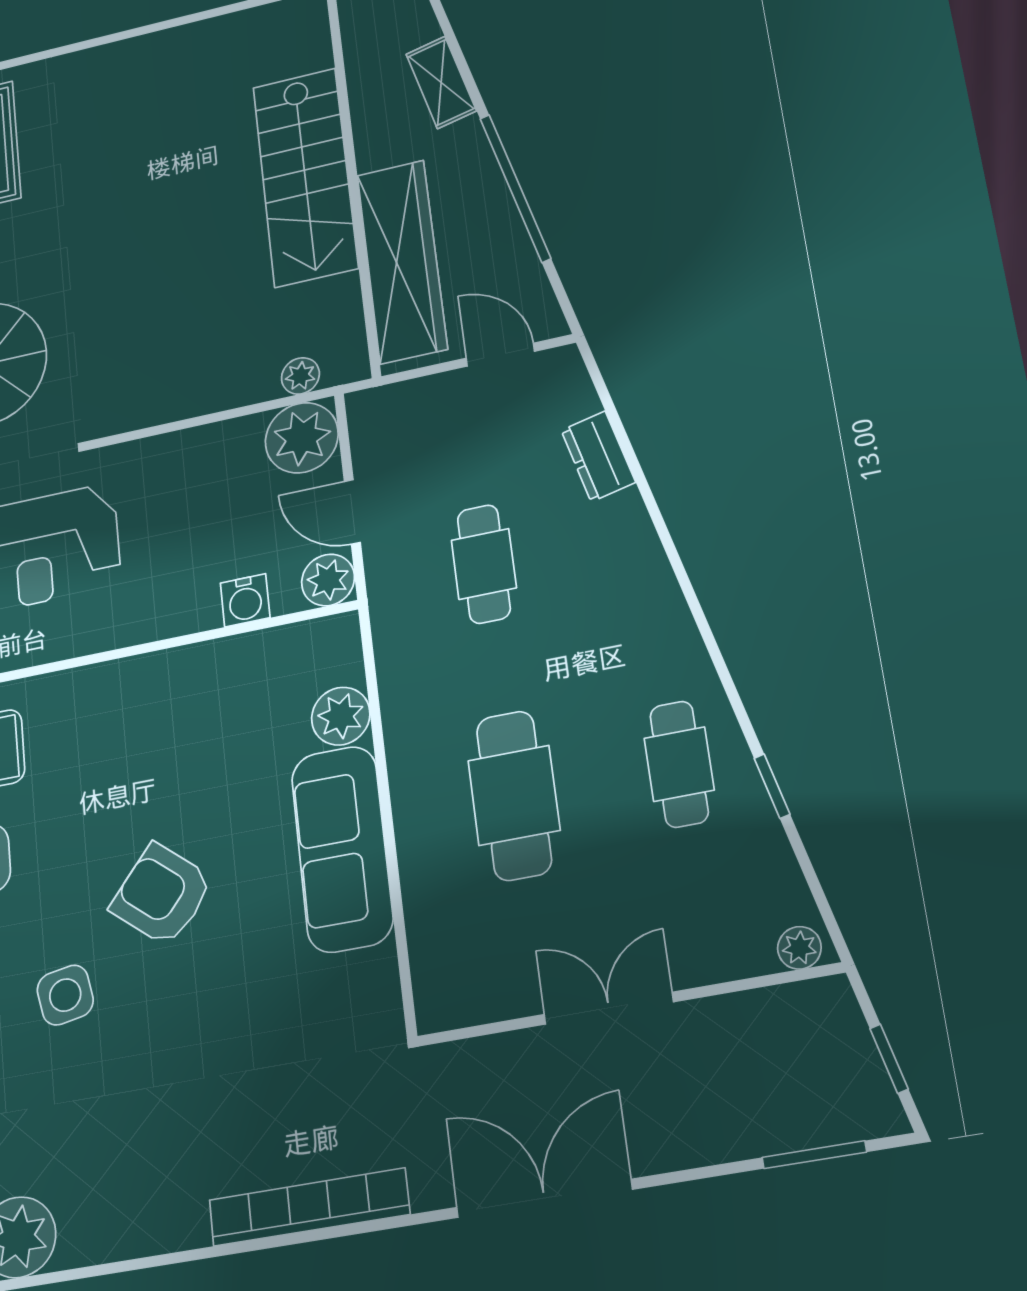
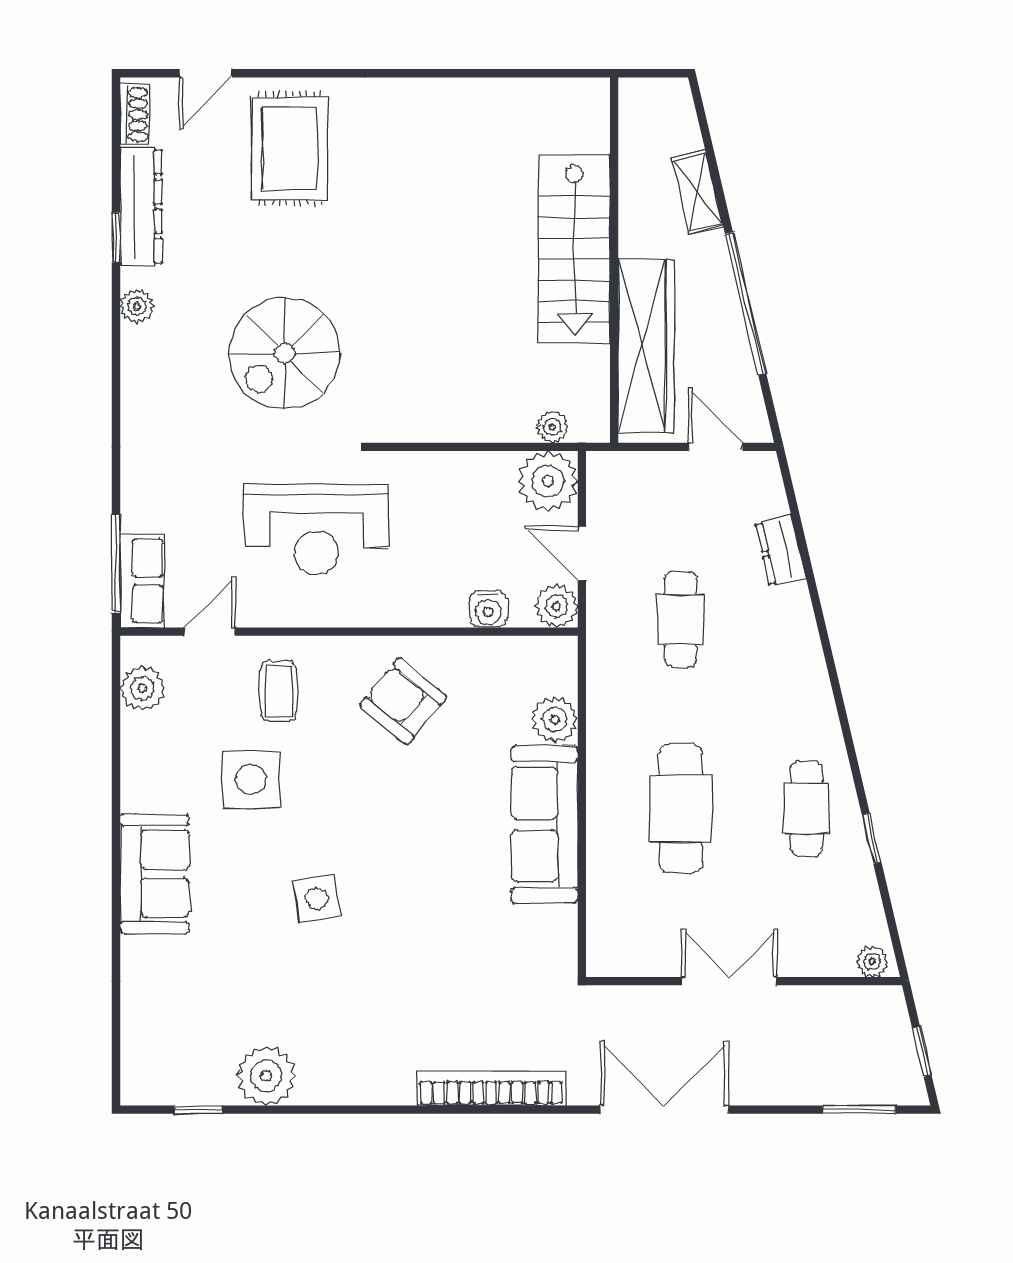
armchair: (162, 895) -> (403, 701), moved

